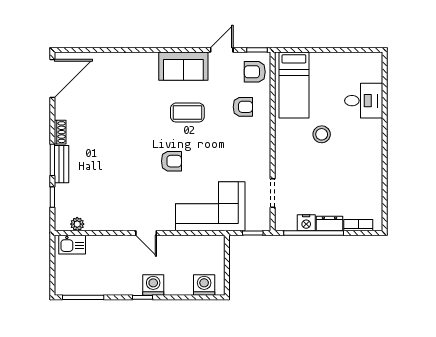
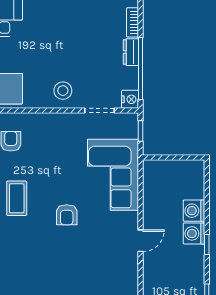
stool: (322, 134) -> (63, 91), moved
armchair: (171, 161) -> (67, 215), turned 180
nightstand: (306, 223) -> (130, 99), moved
washing machine: (204, 285) -> (194, 211), moved

